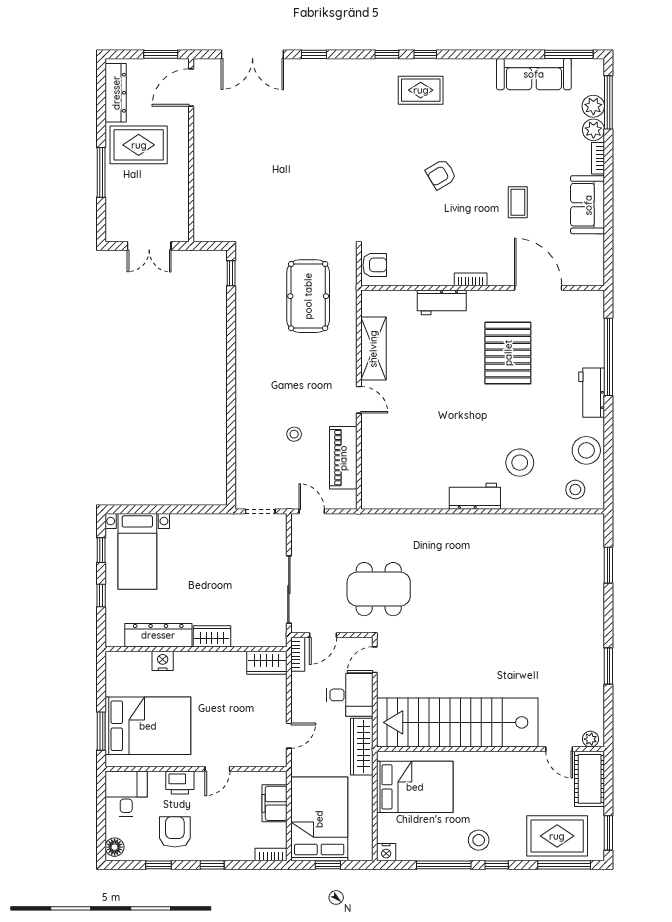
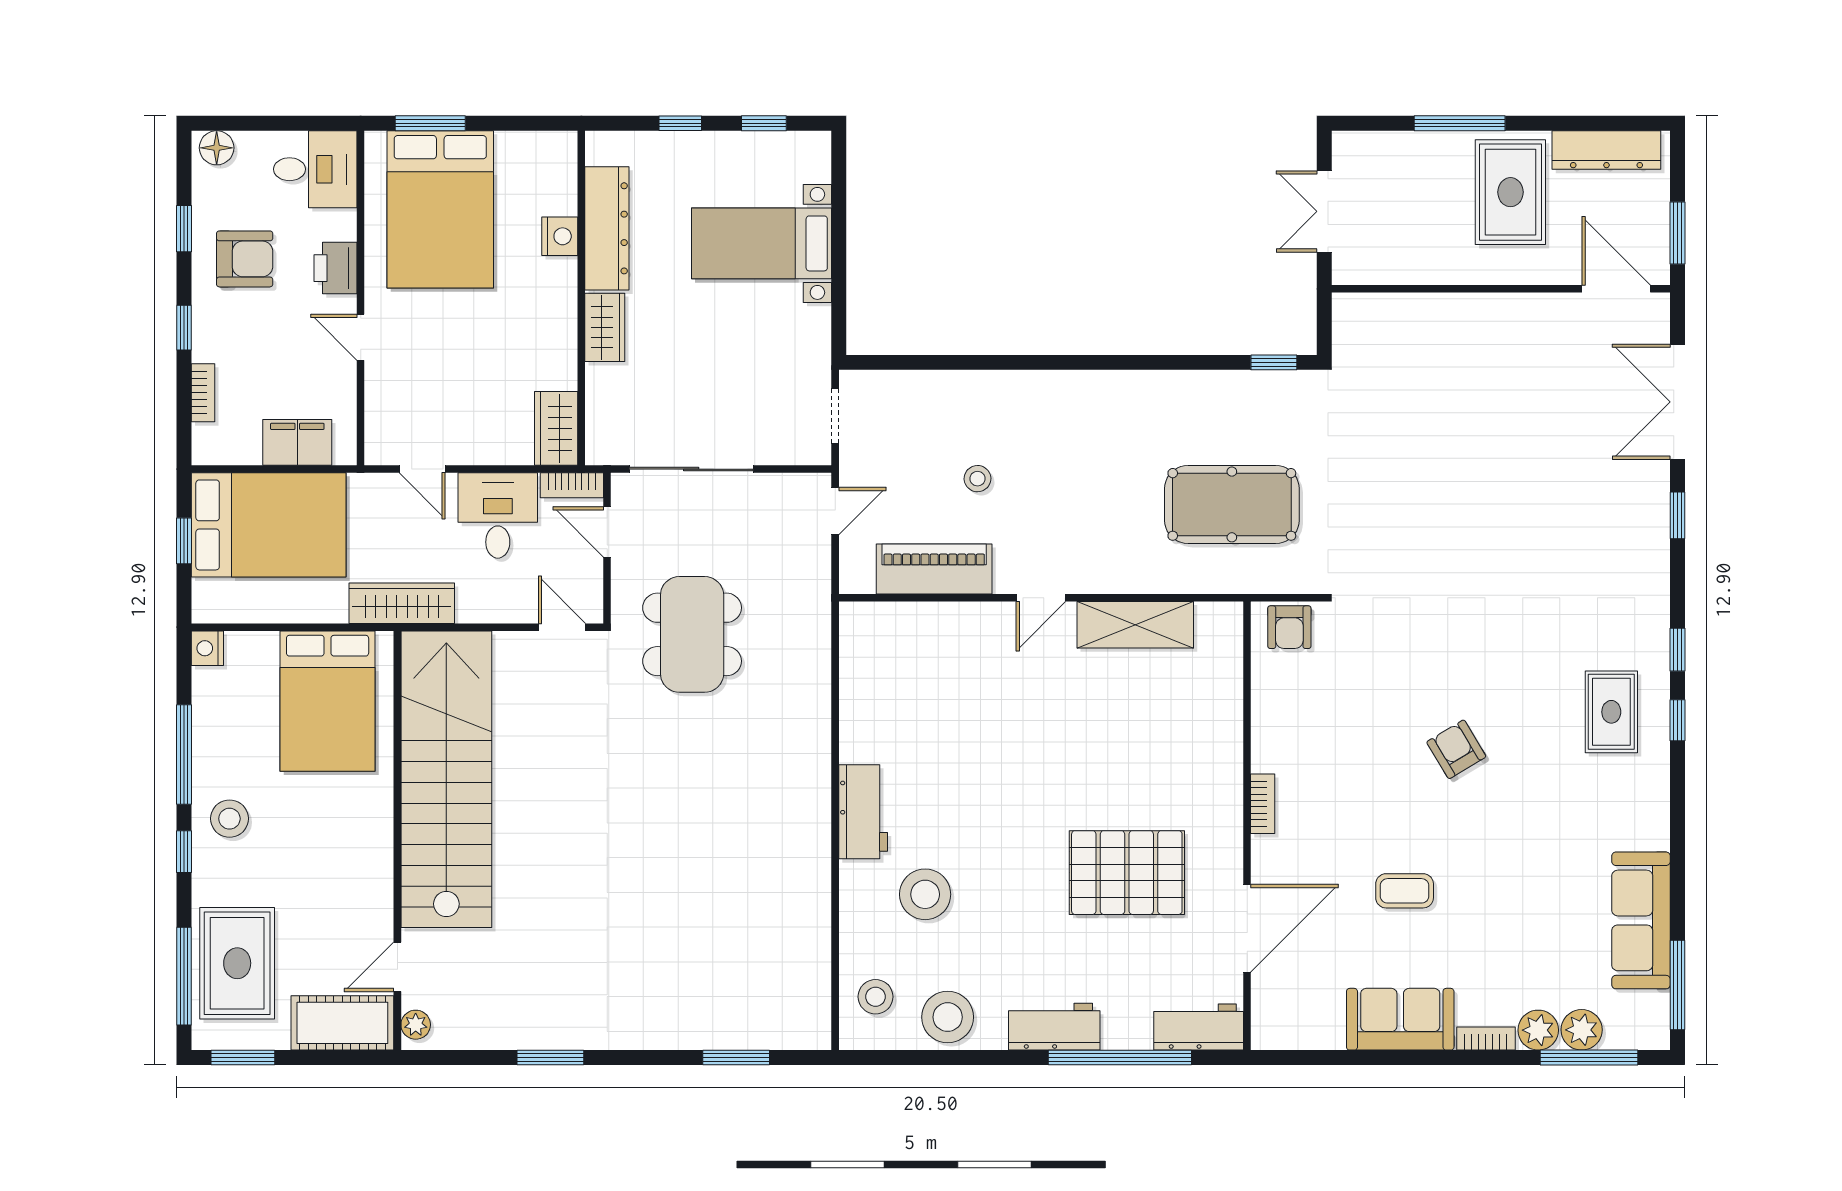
workbench: (442, 302) -> (1199, 1027), moved, turned 90
bed with nightstands: (137, 551) -> (761, 243), moved
desk: (350, 695) -> (498, 515), moved, turned 180
bookcase: (271, 854) -> (203, 393), moved

